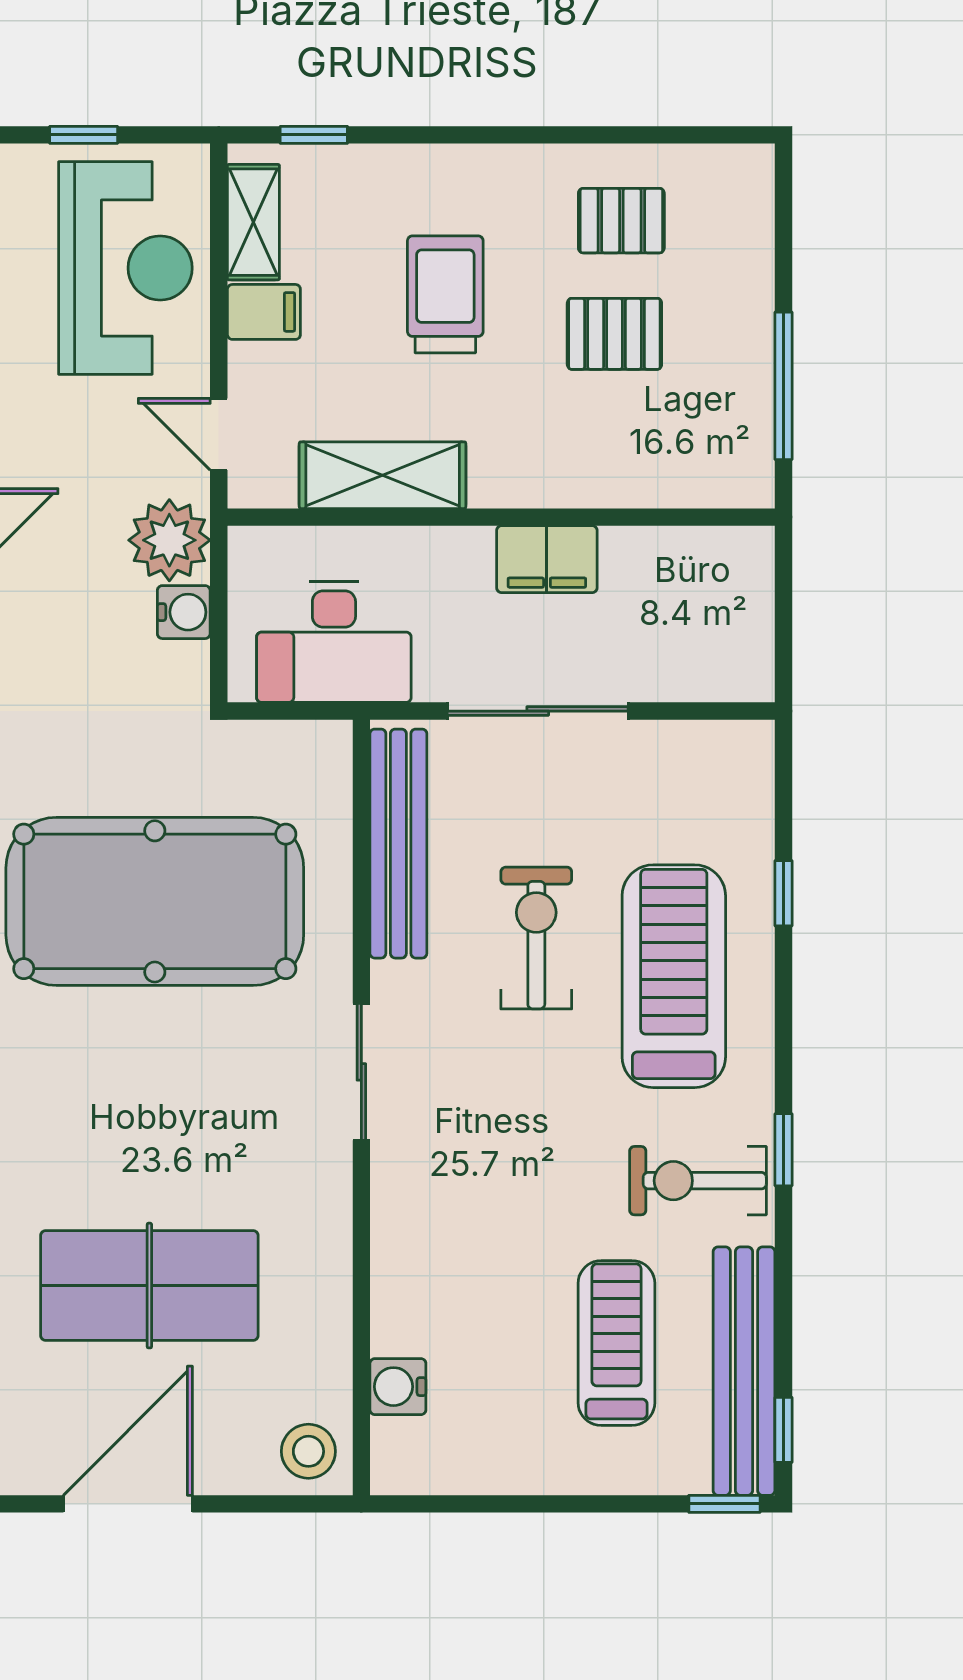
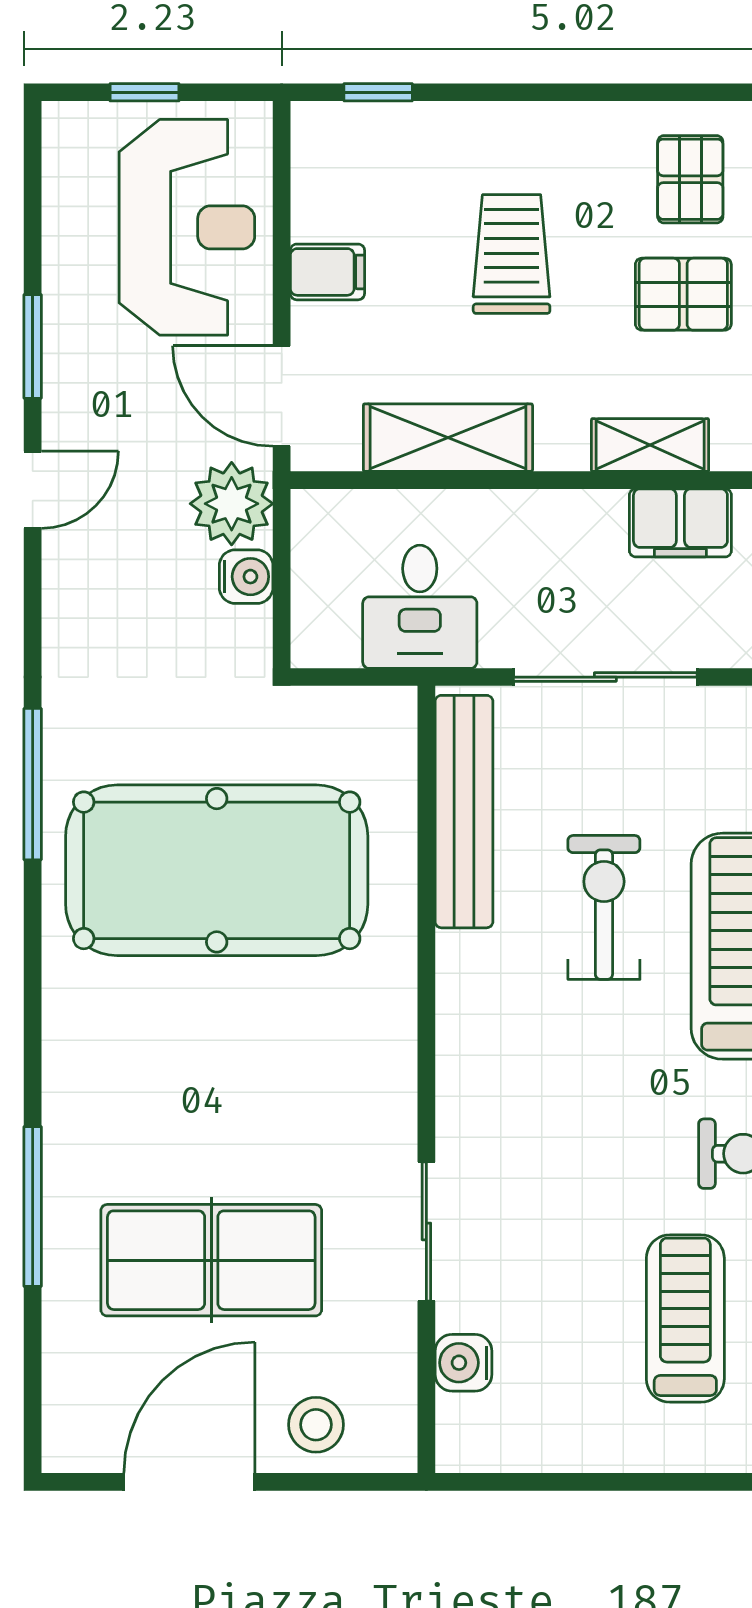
pallet: (621, 221) -> (690, 179), turned 90
shelving: (253, 222) -> (650, 445), moved, turned 90
door: (219, 434) -> (282, 396), width x1.38
filing cabinet: (547, 559) -> (680, 523), moved
desk: (334, 642) -> (420, 607), width x0.73
sliding door: (361, 1072) -> (426, 1231), moved
stool: (308, 1451) -> (316, 1425), moved

